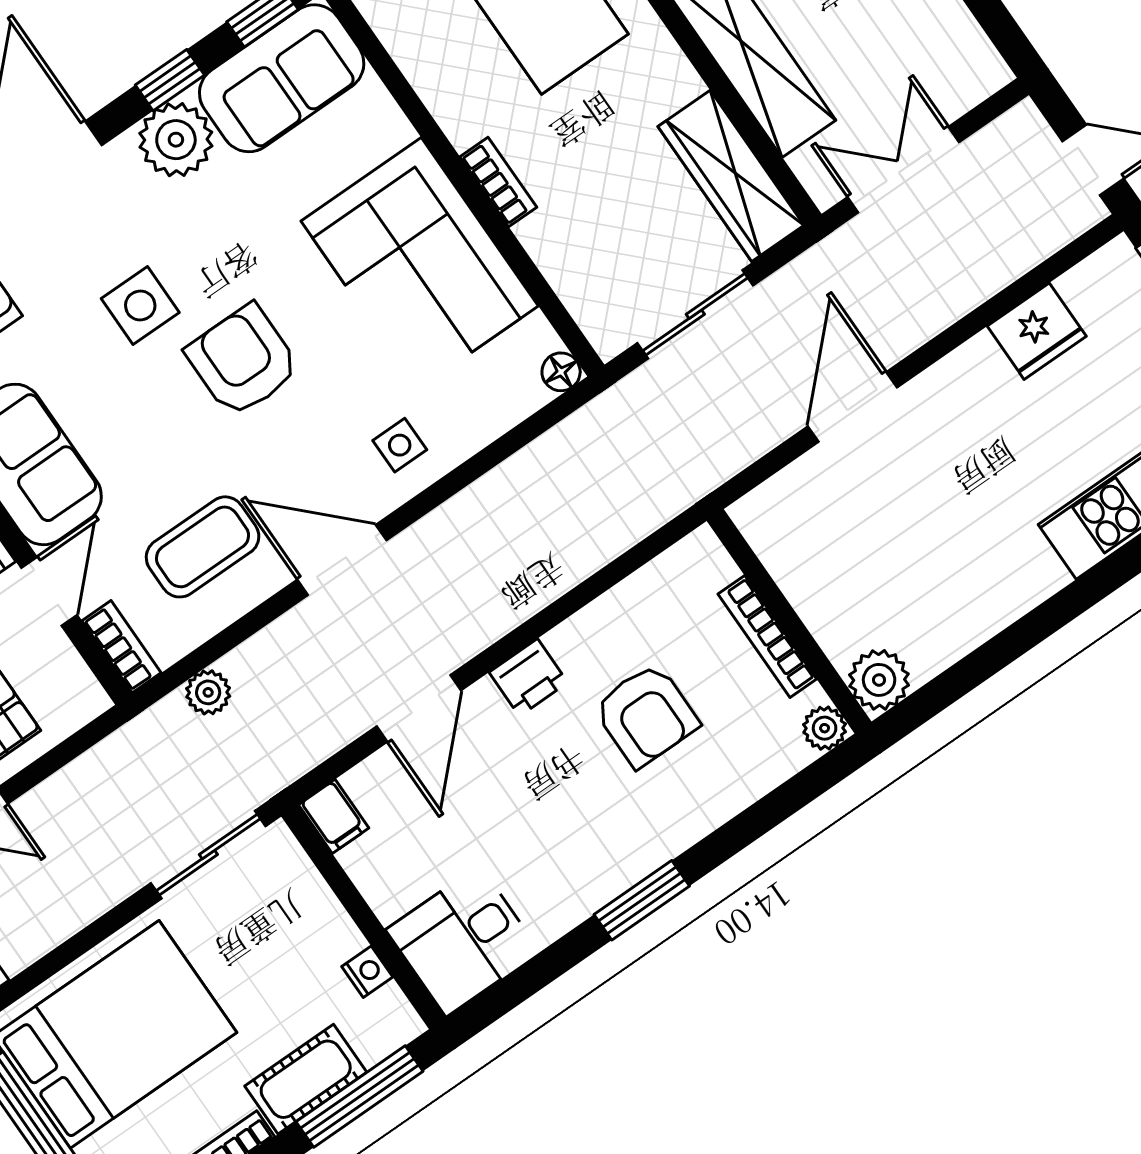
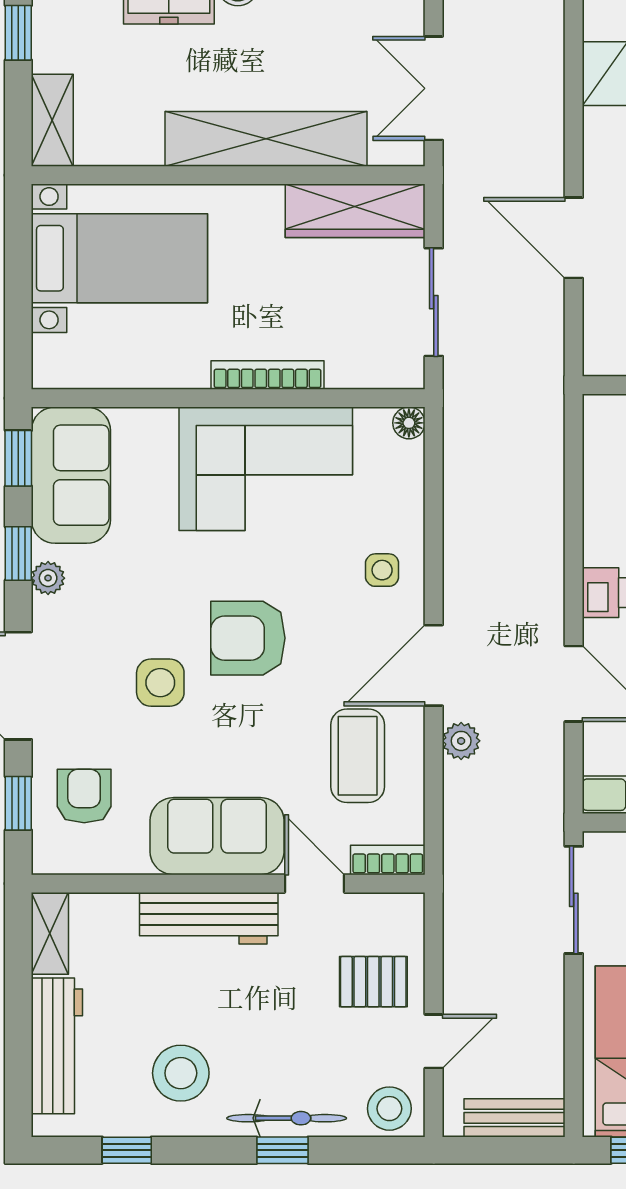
plant: (176, 140) -> (48, 578), width x0.53, depth x0.53
bookcase: (498, 182) -> (268, 375), width x1.56
plant: (208, 692) -> (461, 741), moved

